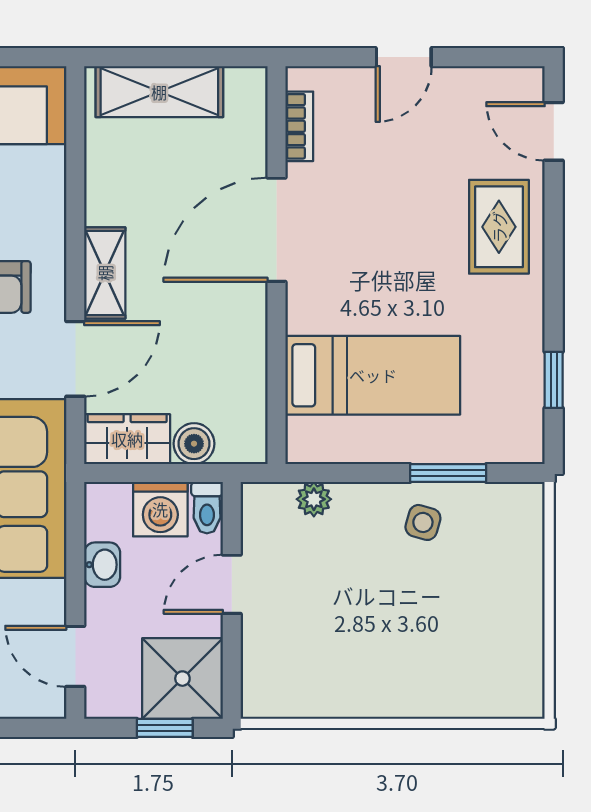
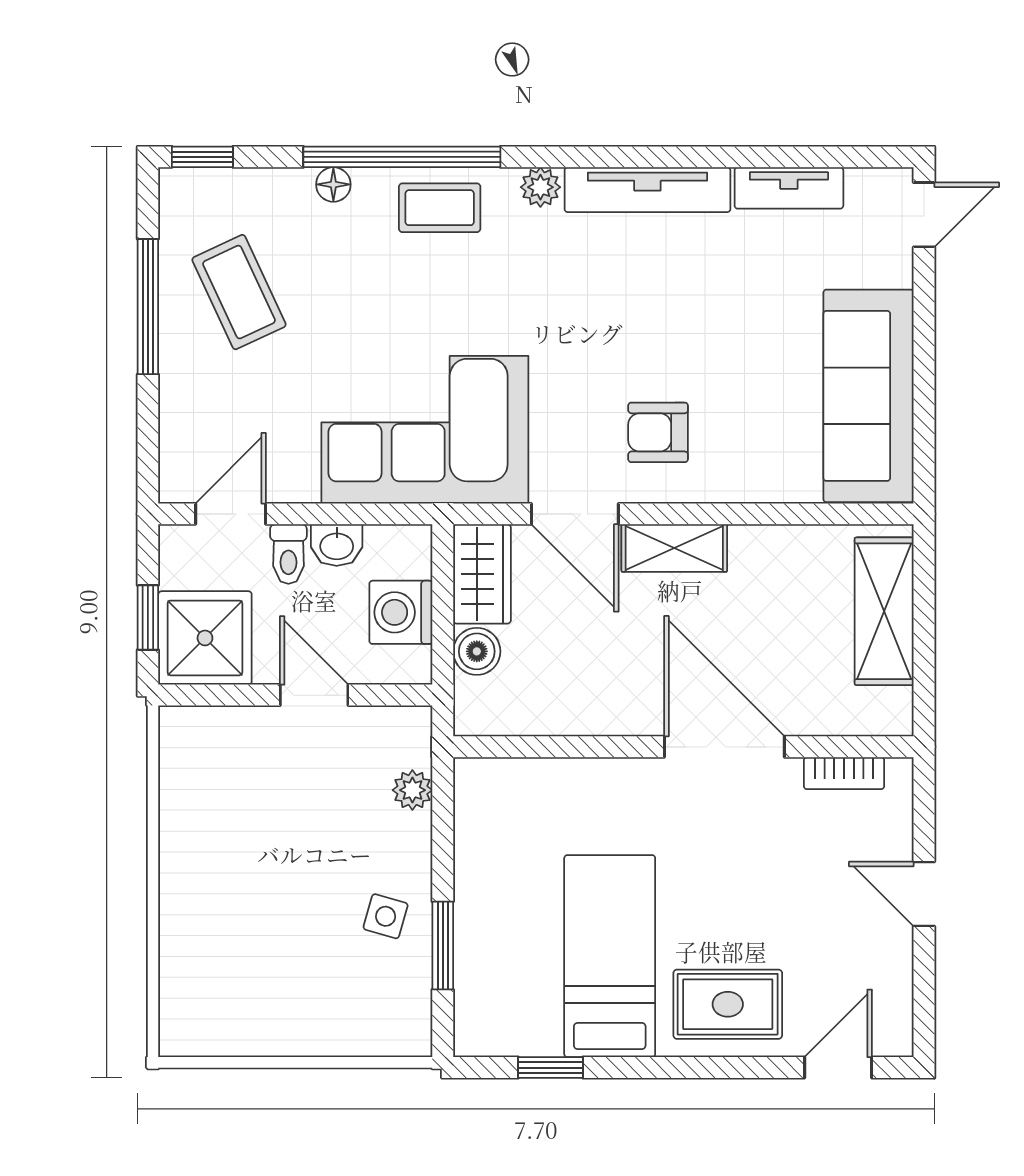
bed: (373, 375) -> (610, 956), moved, turned 180
toilet: (207, 508) -> (288, 554), moved, turned -90

